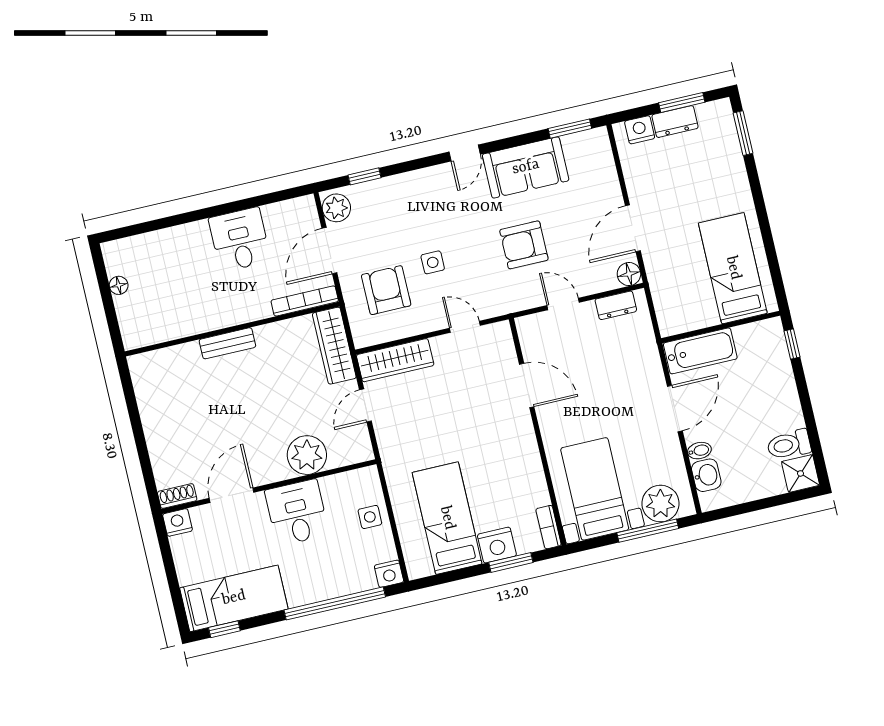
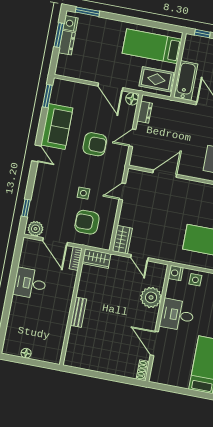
nightstand: (640, 130) -> (71, 23), moved
armchair: (524, 245) -> (95, 144), turned -90
rug: (680, 300) -> (156, 79), added
bookcase: (305, 301) -> (76, 258), width x0.64
wardrobe: (334, 346) -> (96, 259), width x0.67
wardrobe: (395, 360) -> (122, 240), width x0.67
nightstand: (177, 522) -> (176, 273), moved

